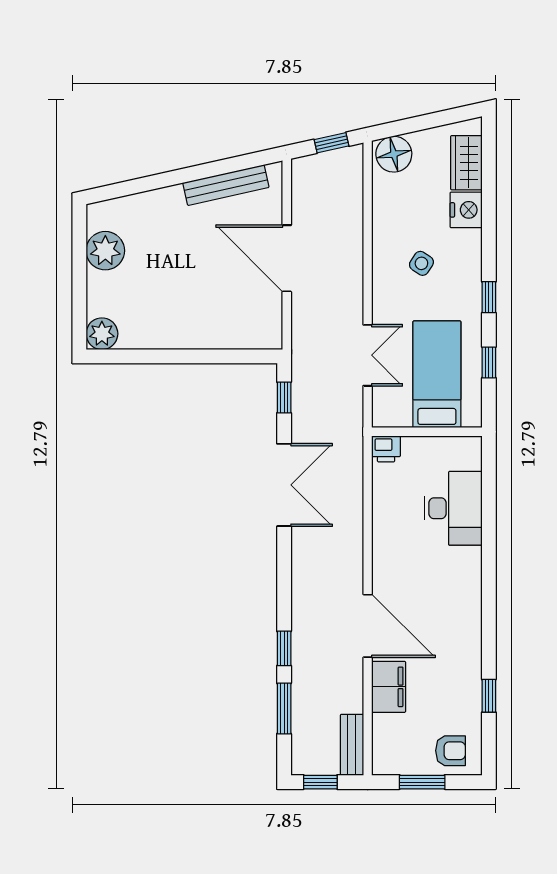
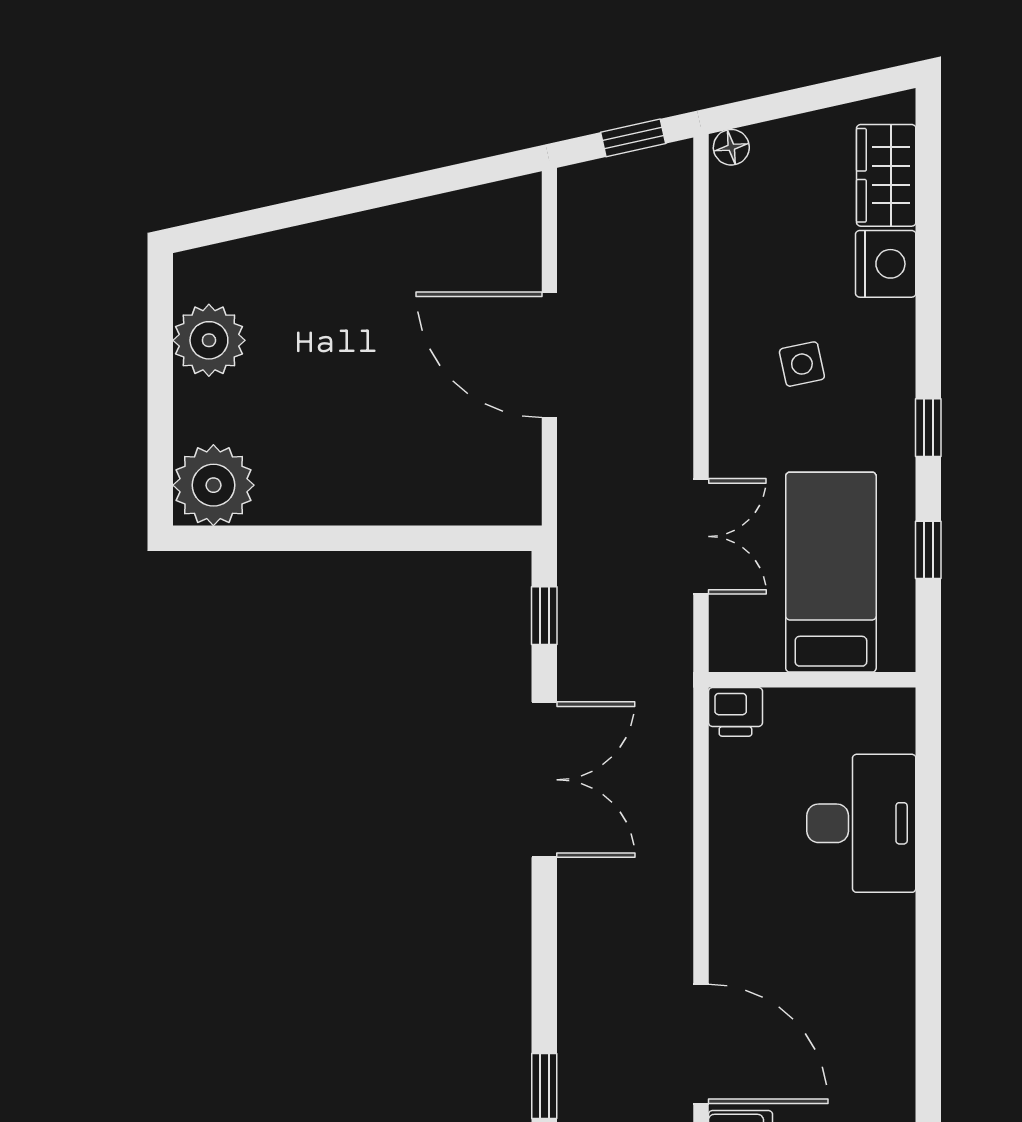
floor lamp: (394, 154) -> (731, 147), width x0.53, depth x0.53
bench: (226, 185) -> (435, 217), removed
side table: (421, 263) -> (802, 364), turned 45
plant: (102, 334) -> (213, 485), width x1.36, depth x1.36

